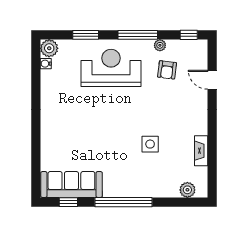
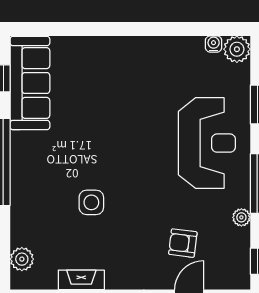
armchair: (167, 70) -> (183, 243), moved

